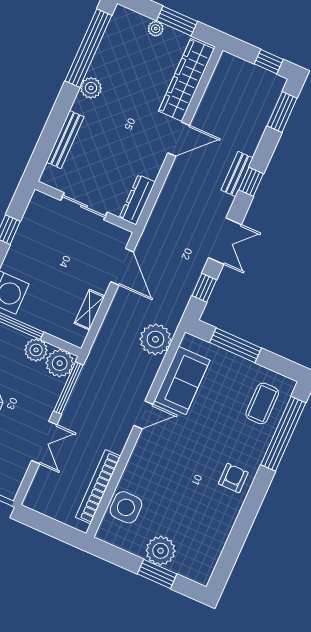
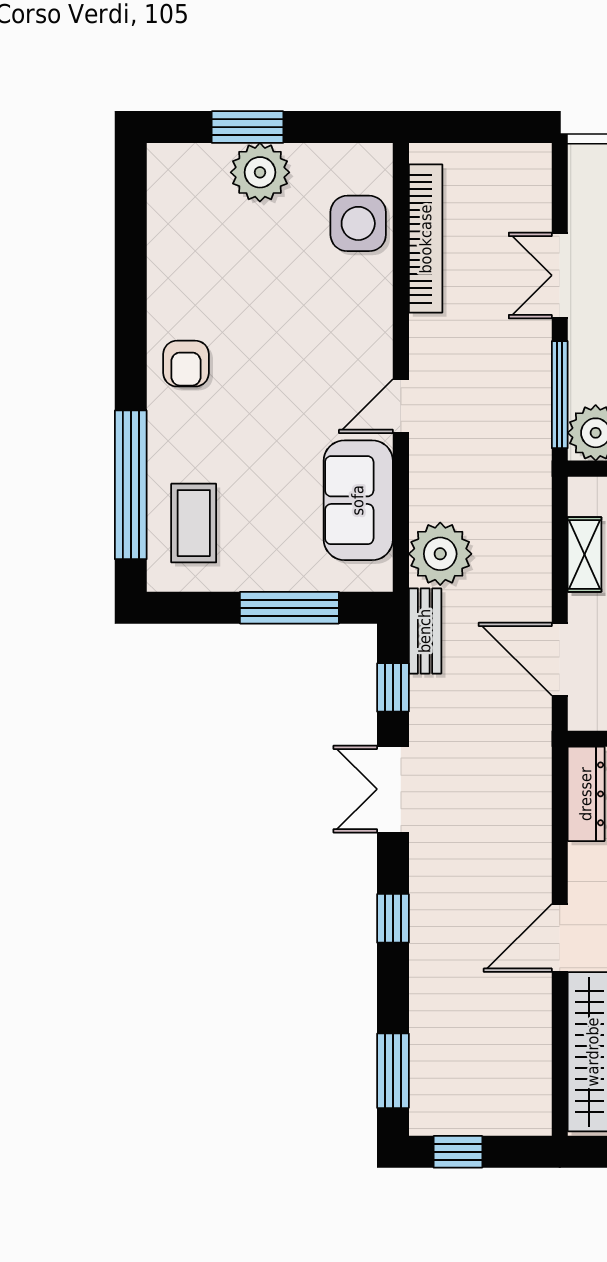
bench: (237, 174) -> (425, 631), moved

